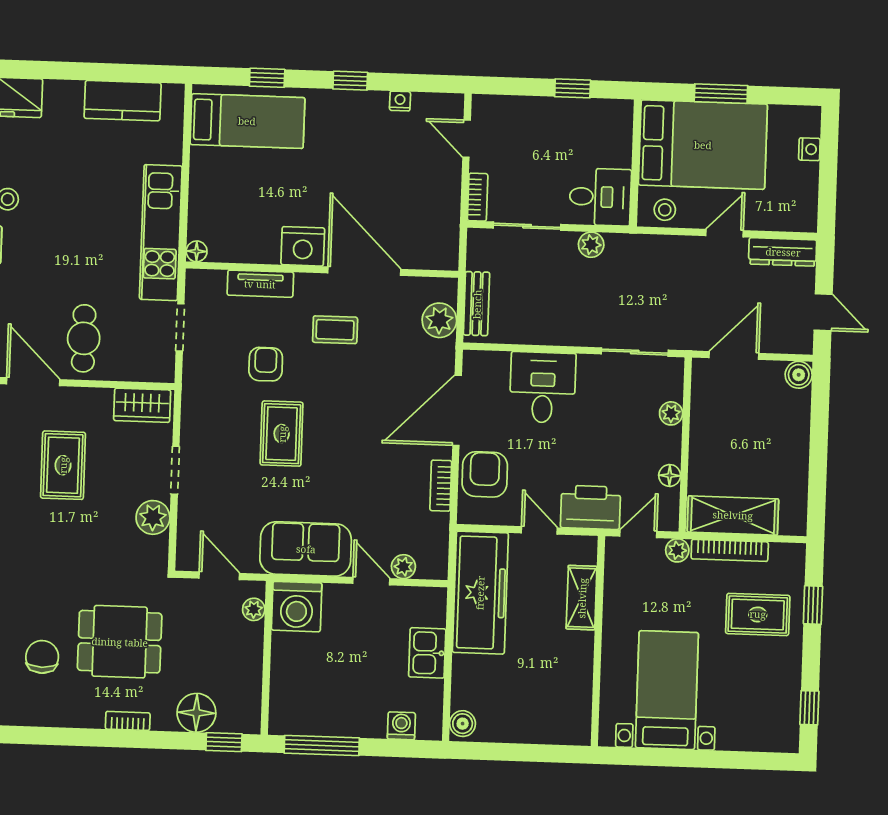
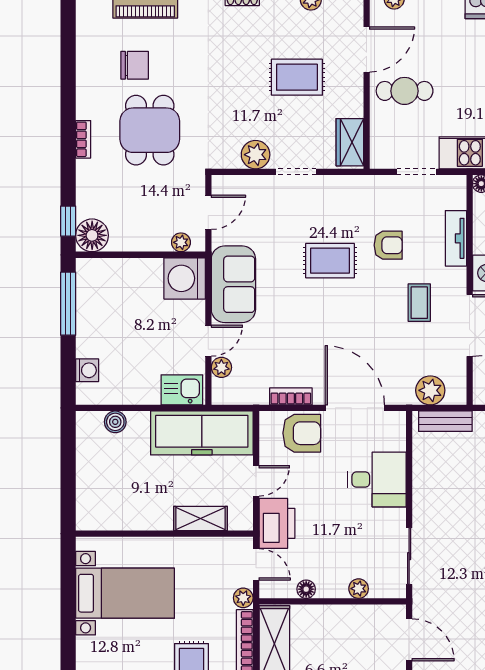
kitchen sink: (427, 653) -> (182, 390), moved
floor lamp: (196, 713) -> (92, 235), moved
boiler: (463, 724) -> (115, 422), moved

